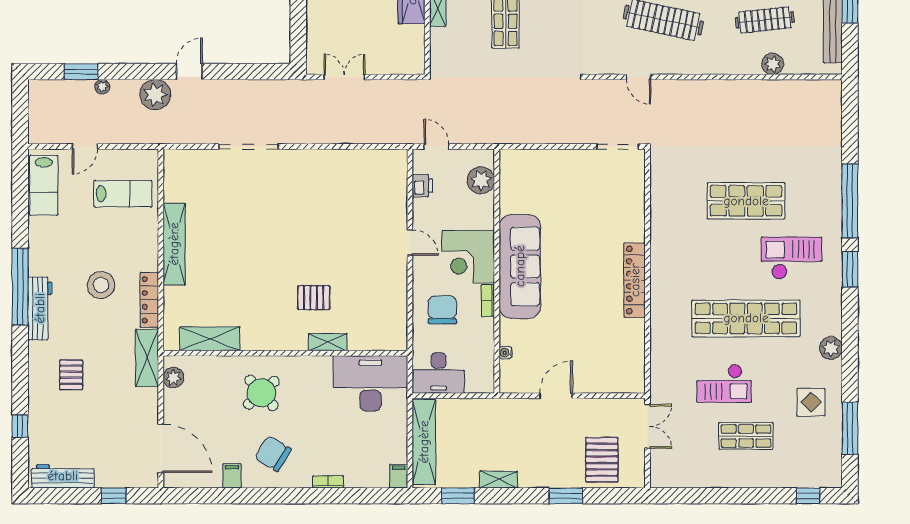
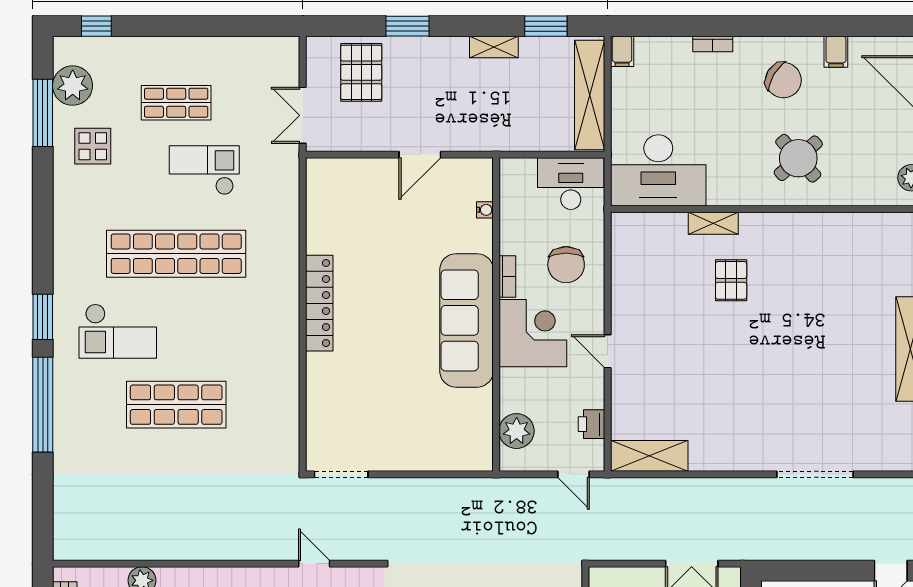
pallet: (314, 298) -> (731, 280), turned 90
shelving: (210, 339) -> (649, 456), moved
plant: (831, 348) -> (73, 86), moved, width x1.36, depth x1.36

